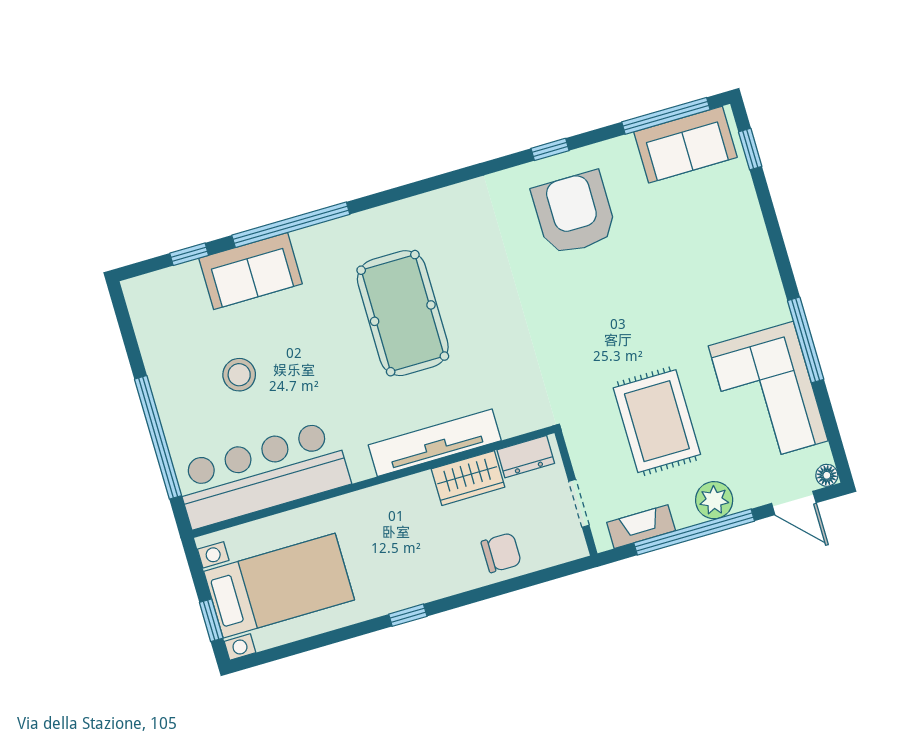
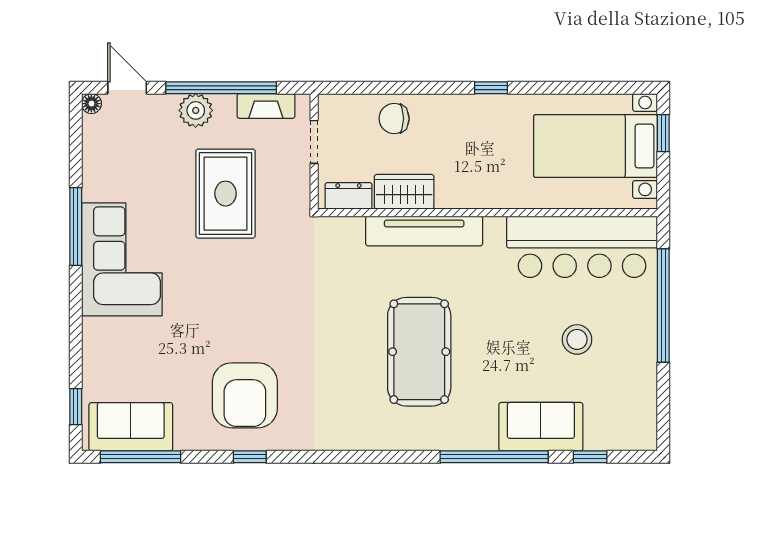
corner sofa: (768, 393) -> (122, 259), moved

